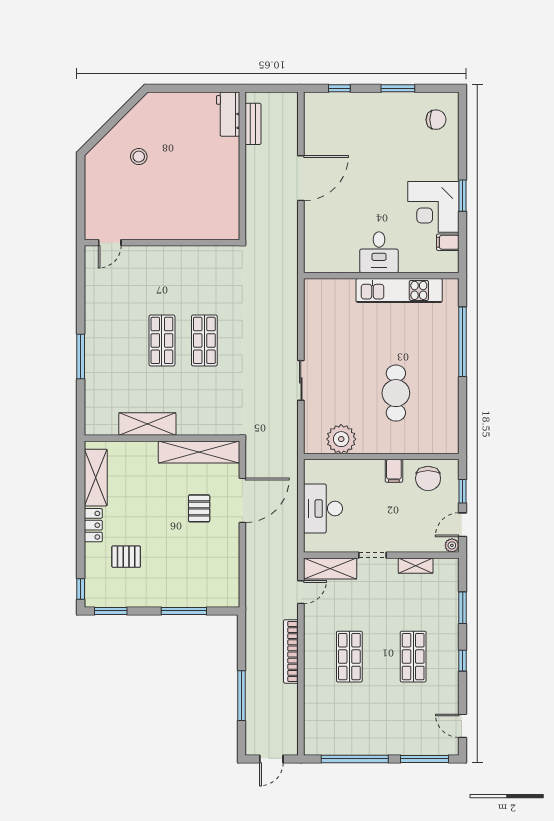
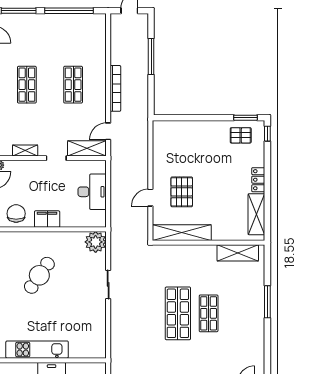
shop shelf: (204, 340) -> (178, 313), width x1.43, depth x1.36
cafe table: (396, 393) -> (39, 275), turned 35
shelving: (147, 424) -> (238, 253), moved
plant: (341, 439) -> (96, 242), moved
filing cabinet: (394, 471) -> (47, 219), width x2.00
door: (242, 500) -> (150, 198), width x0.53
pallet: (199, 508) -> (182, 192), width x1.50, depth x1.42
pallet: (126, 557) -> (241, 135), moved
window: (184, 611) -> (193, 118), removed

